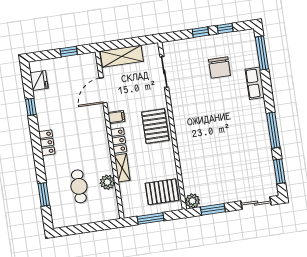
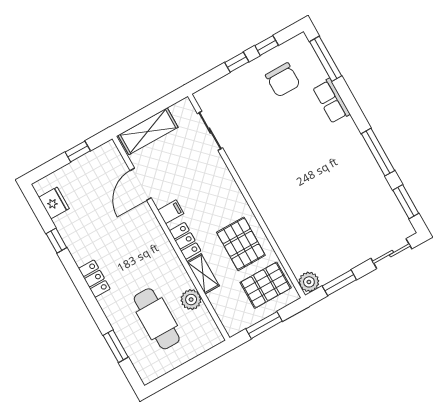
chair: (219, 67) -> (283, 80), moved
pallet: (155, 126) -> (241, 244), moved
cafe table: (79, 186) -> (157, 319), width x1.37, depth x1.35

